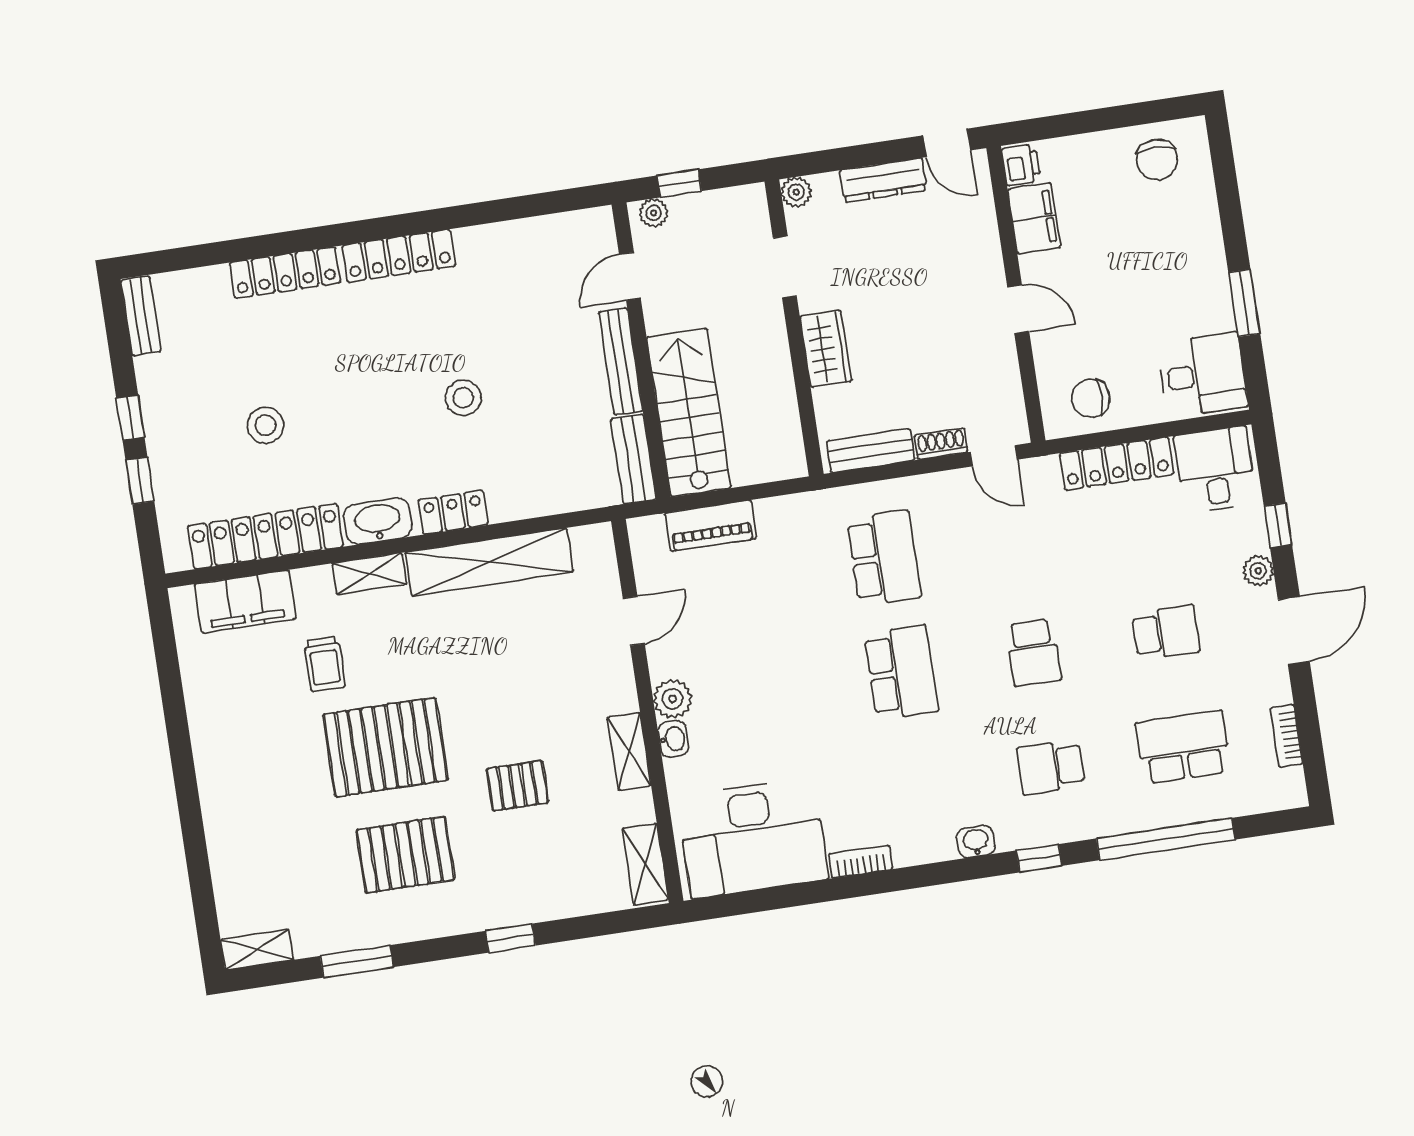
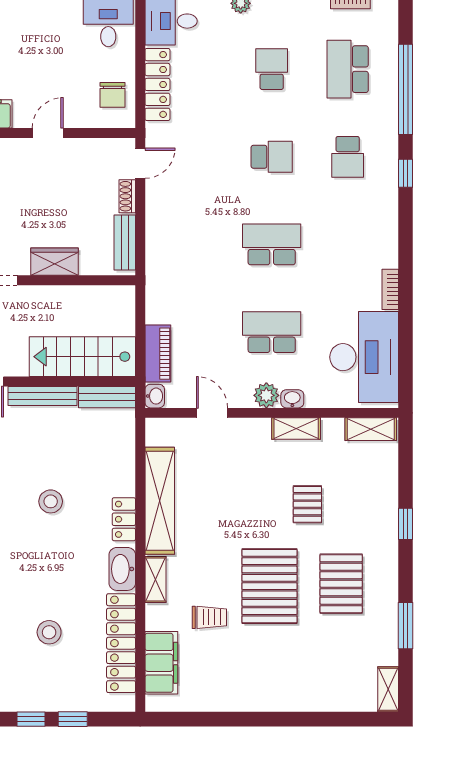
school desk: (884, 558) -> (272, 332), moved
washbasin: (976, 842) -> (155, 396), moved, turned 180

